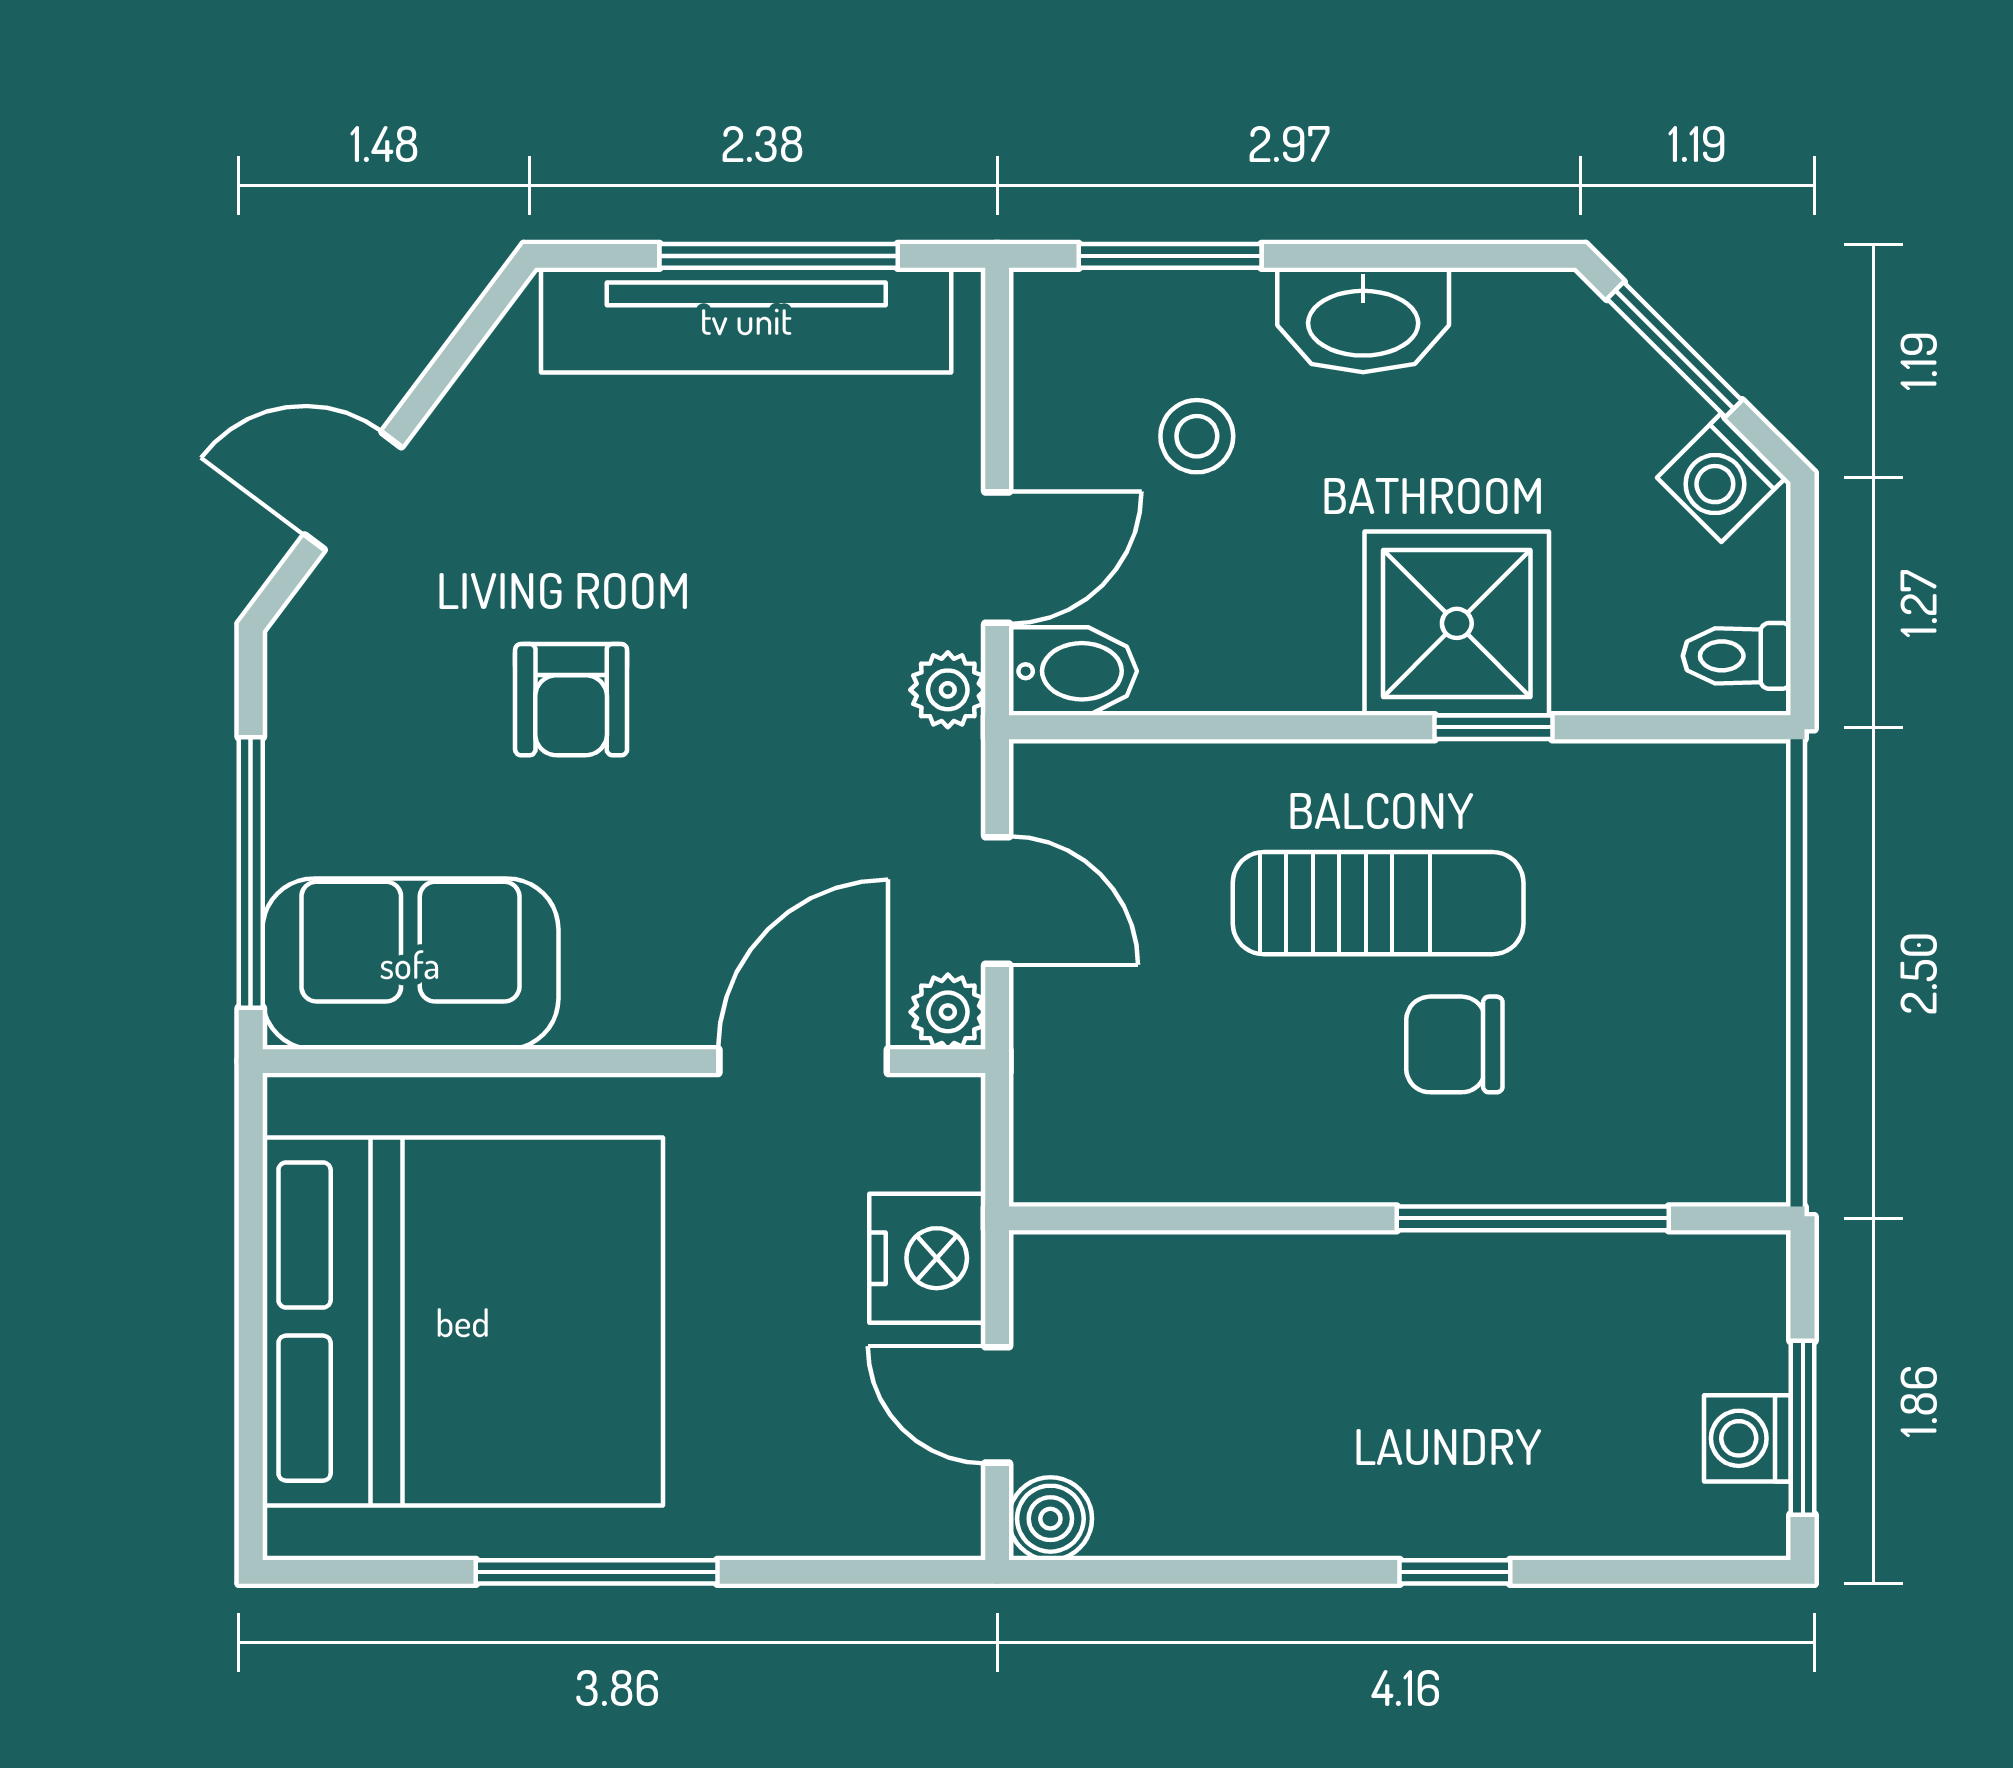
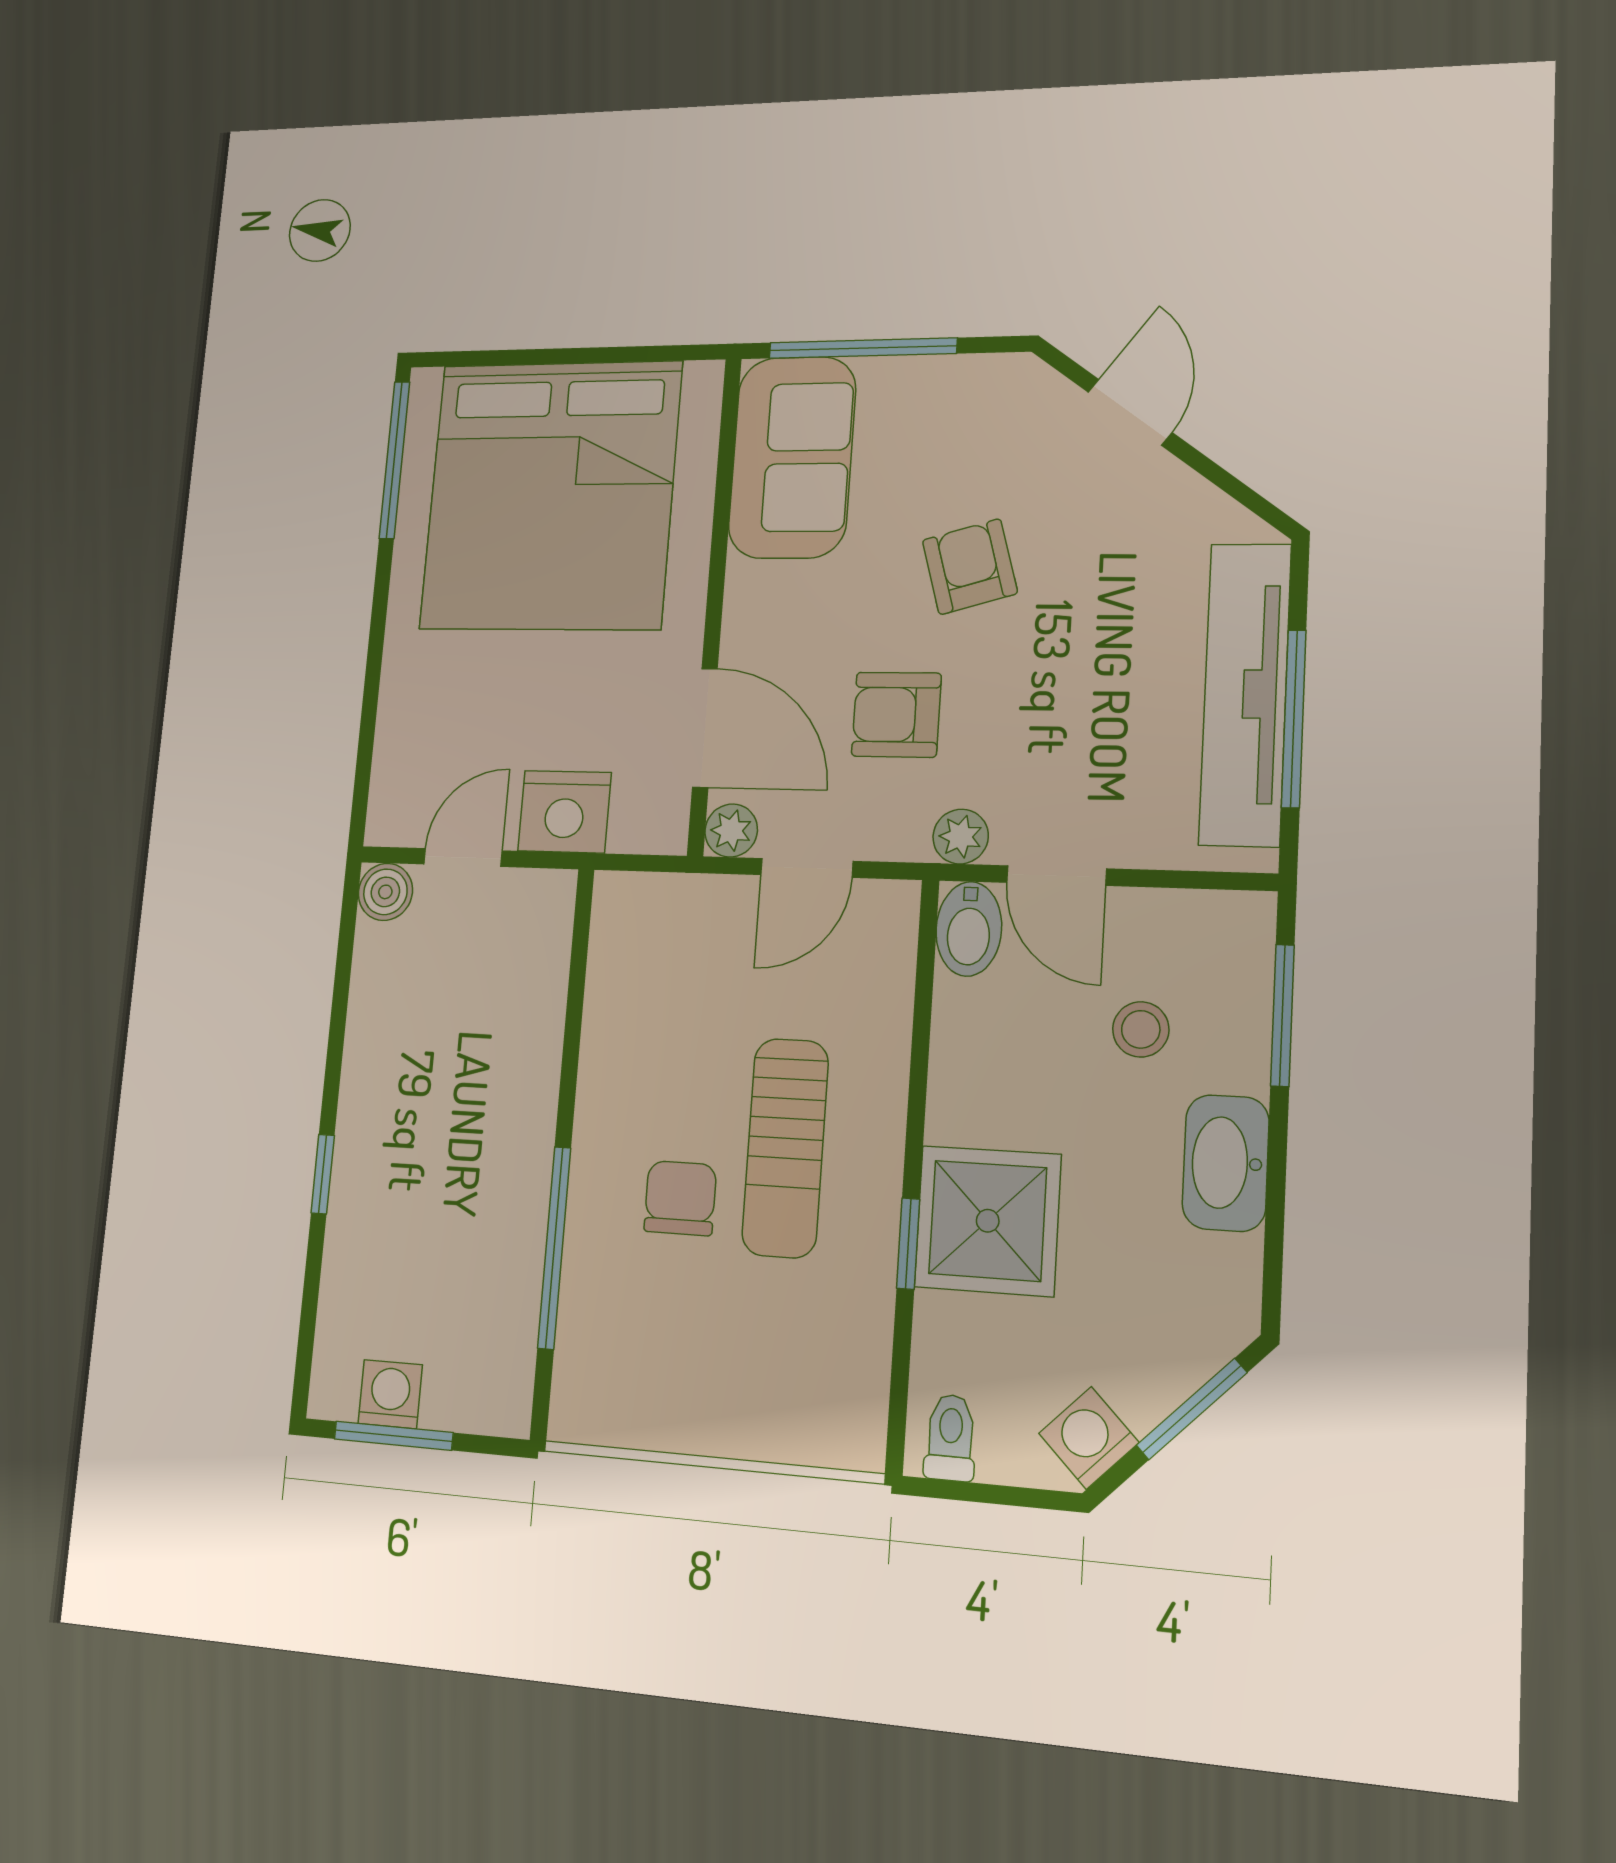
armchair: (571, 700) -> (970, 567), turned 74
armchair: (781, 789) -> (896, 715), added
window: (597, 1572) -> (394, 460), moved

